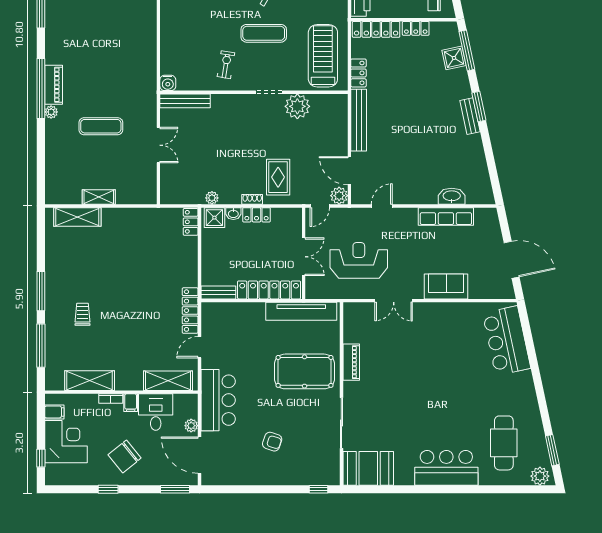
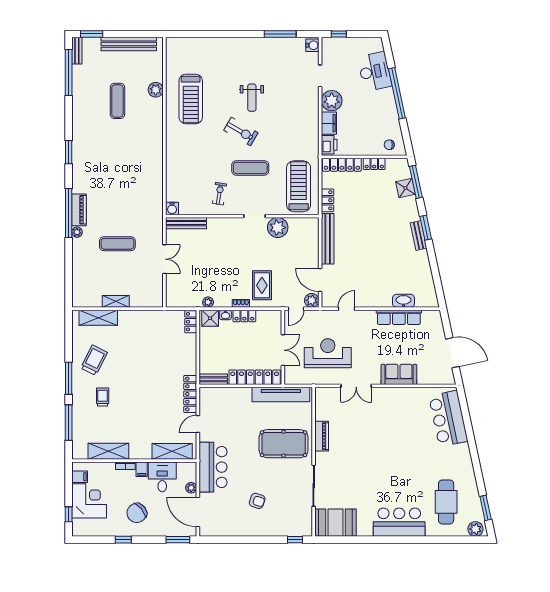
trolley: (72, 269) -> (94, 360), added

